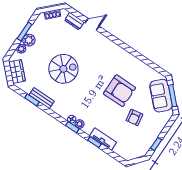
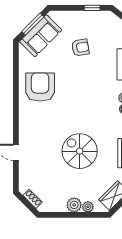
dresser: (74, 21) -> (25, 172), removed
window: (25, 32) -> (68, 215), removed
armchair: (120, 91) -> (40, 87), moved

